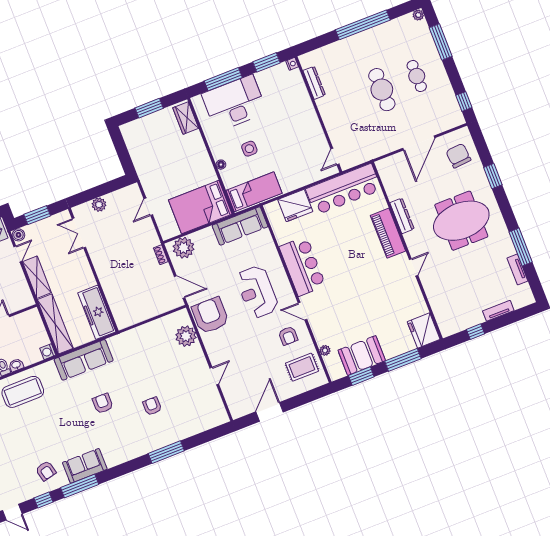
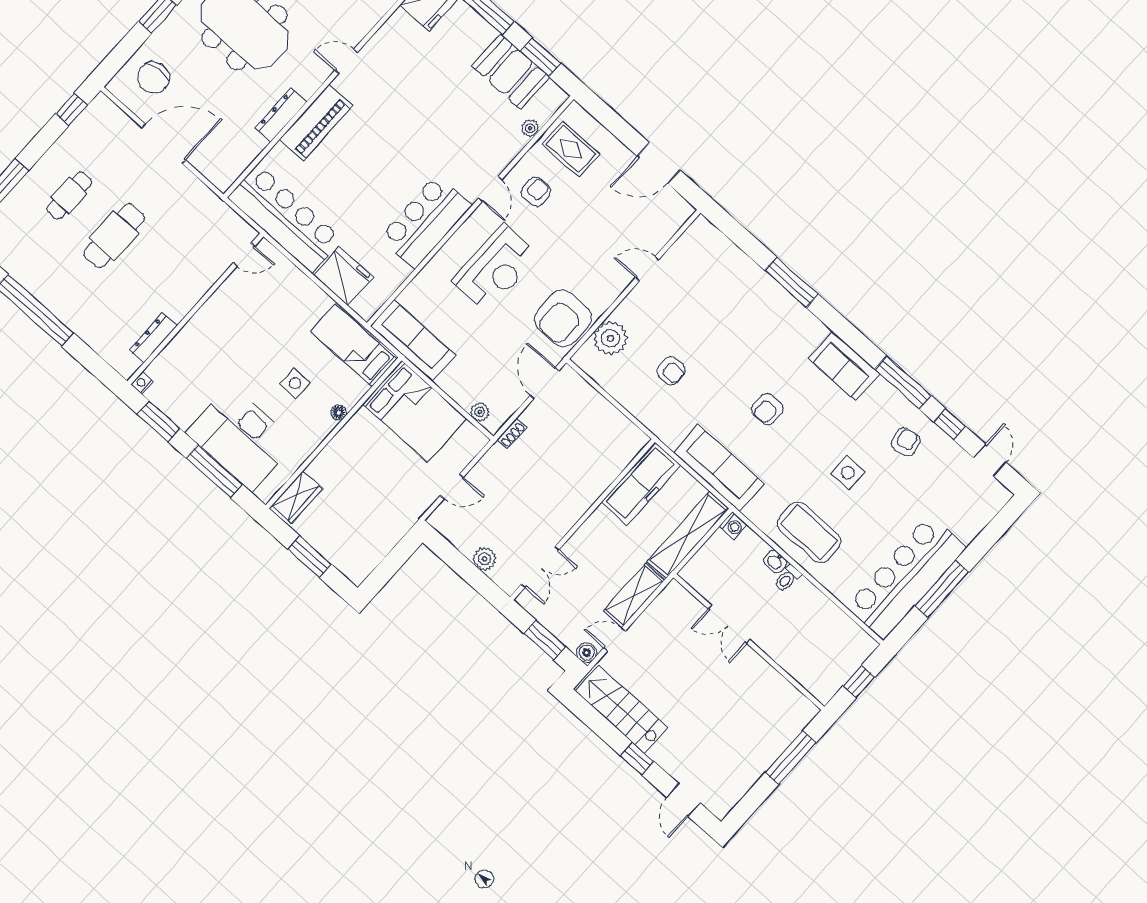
plant: (184, 248) -> (480, 412), width x0.53, depth x0.53
armchair: (152, 406) -> (671, 371), moved, turned -90
side table: (45, 430) -> (848, 473), added
sofa: (85, 466) -> (844, 366), moved

